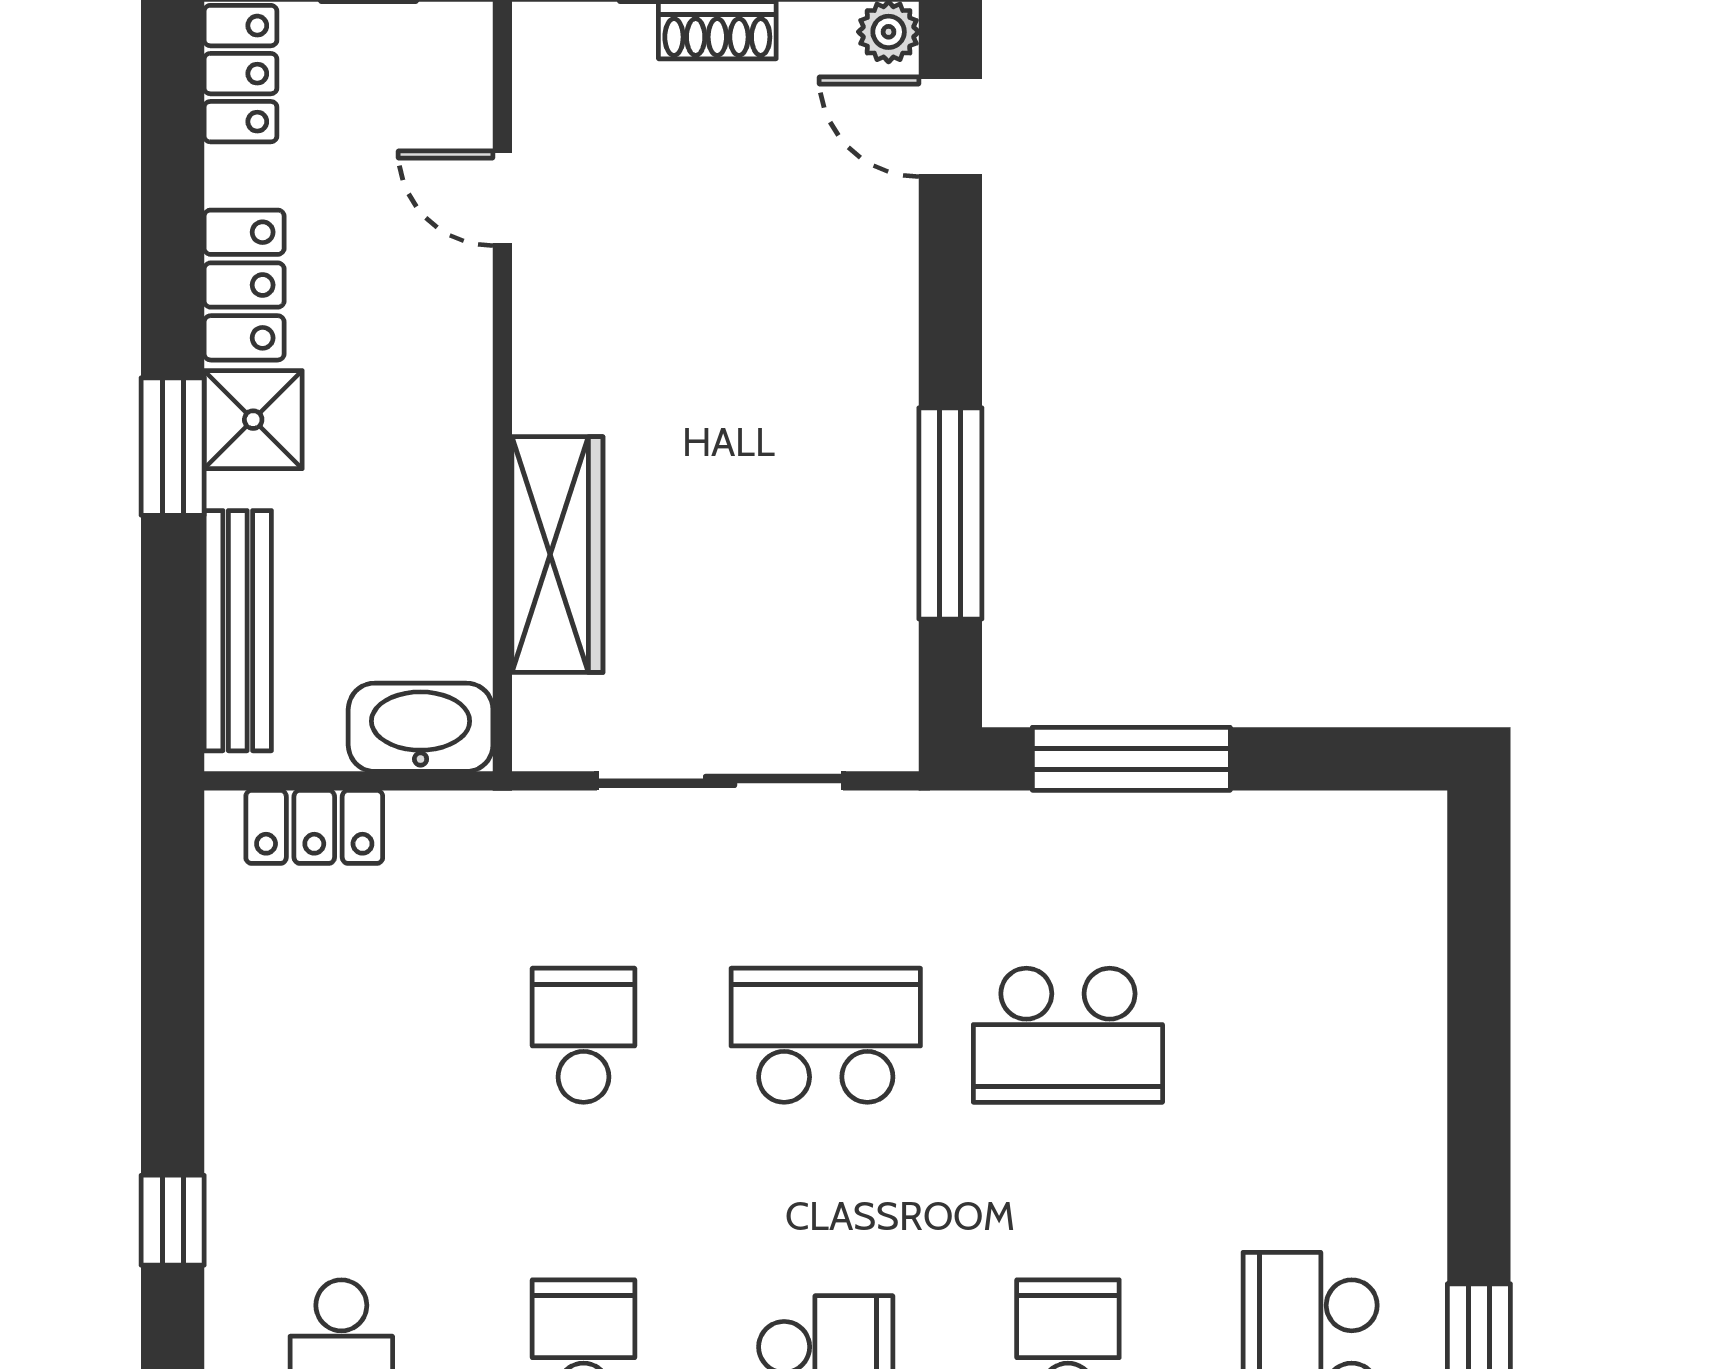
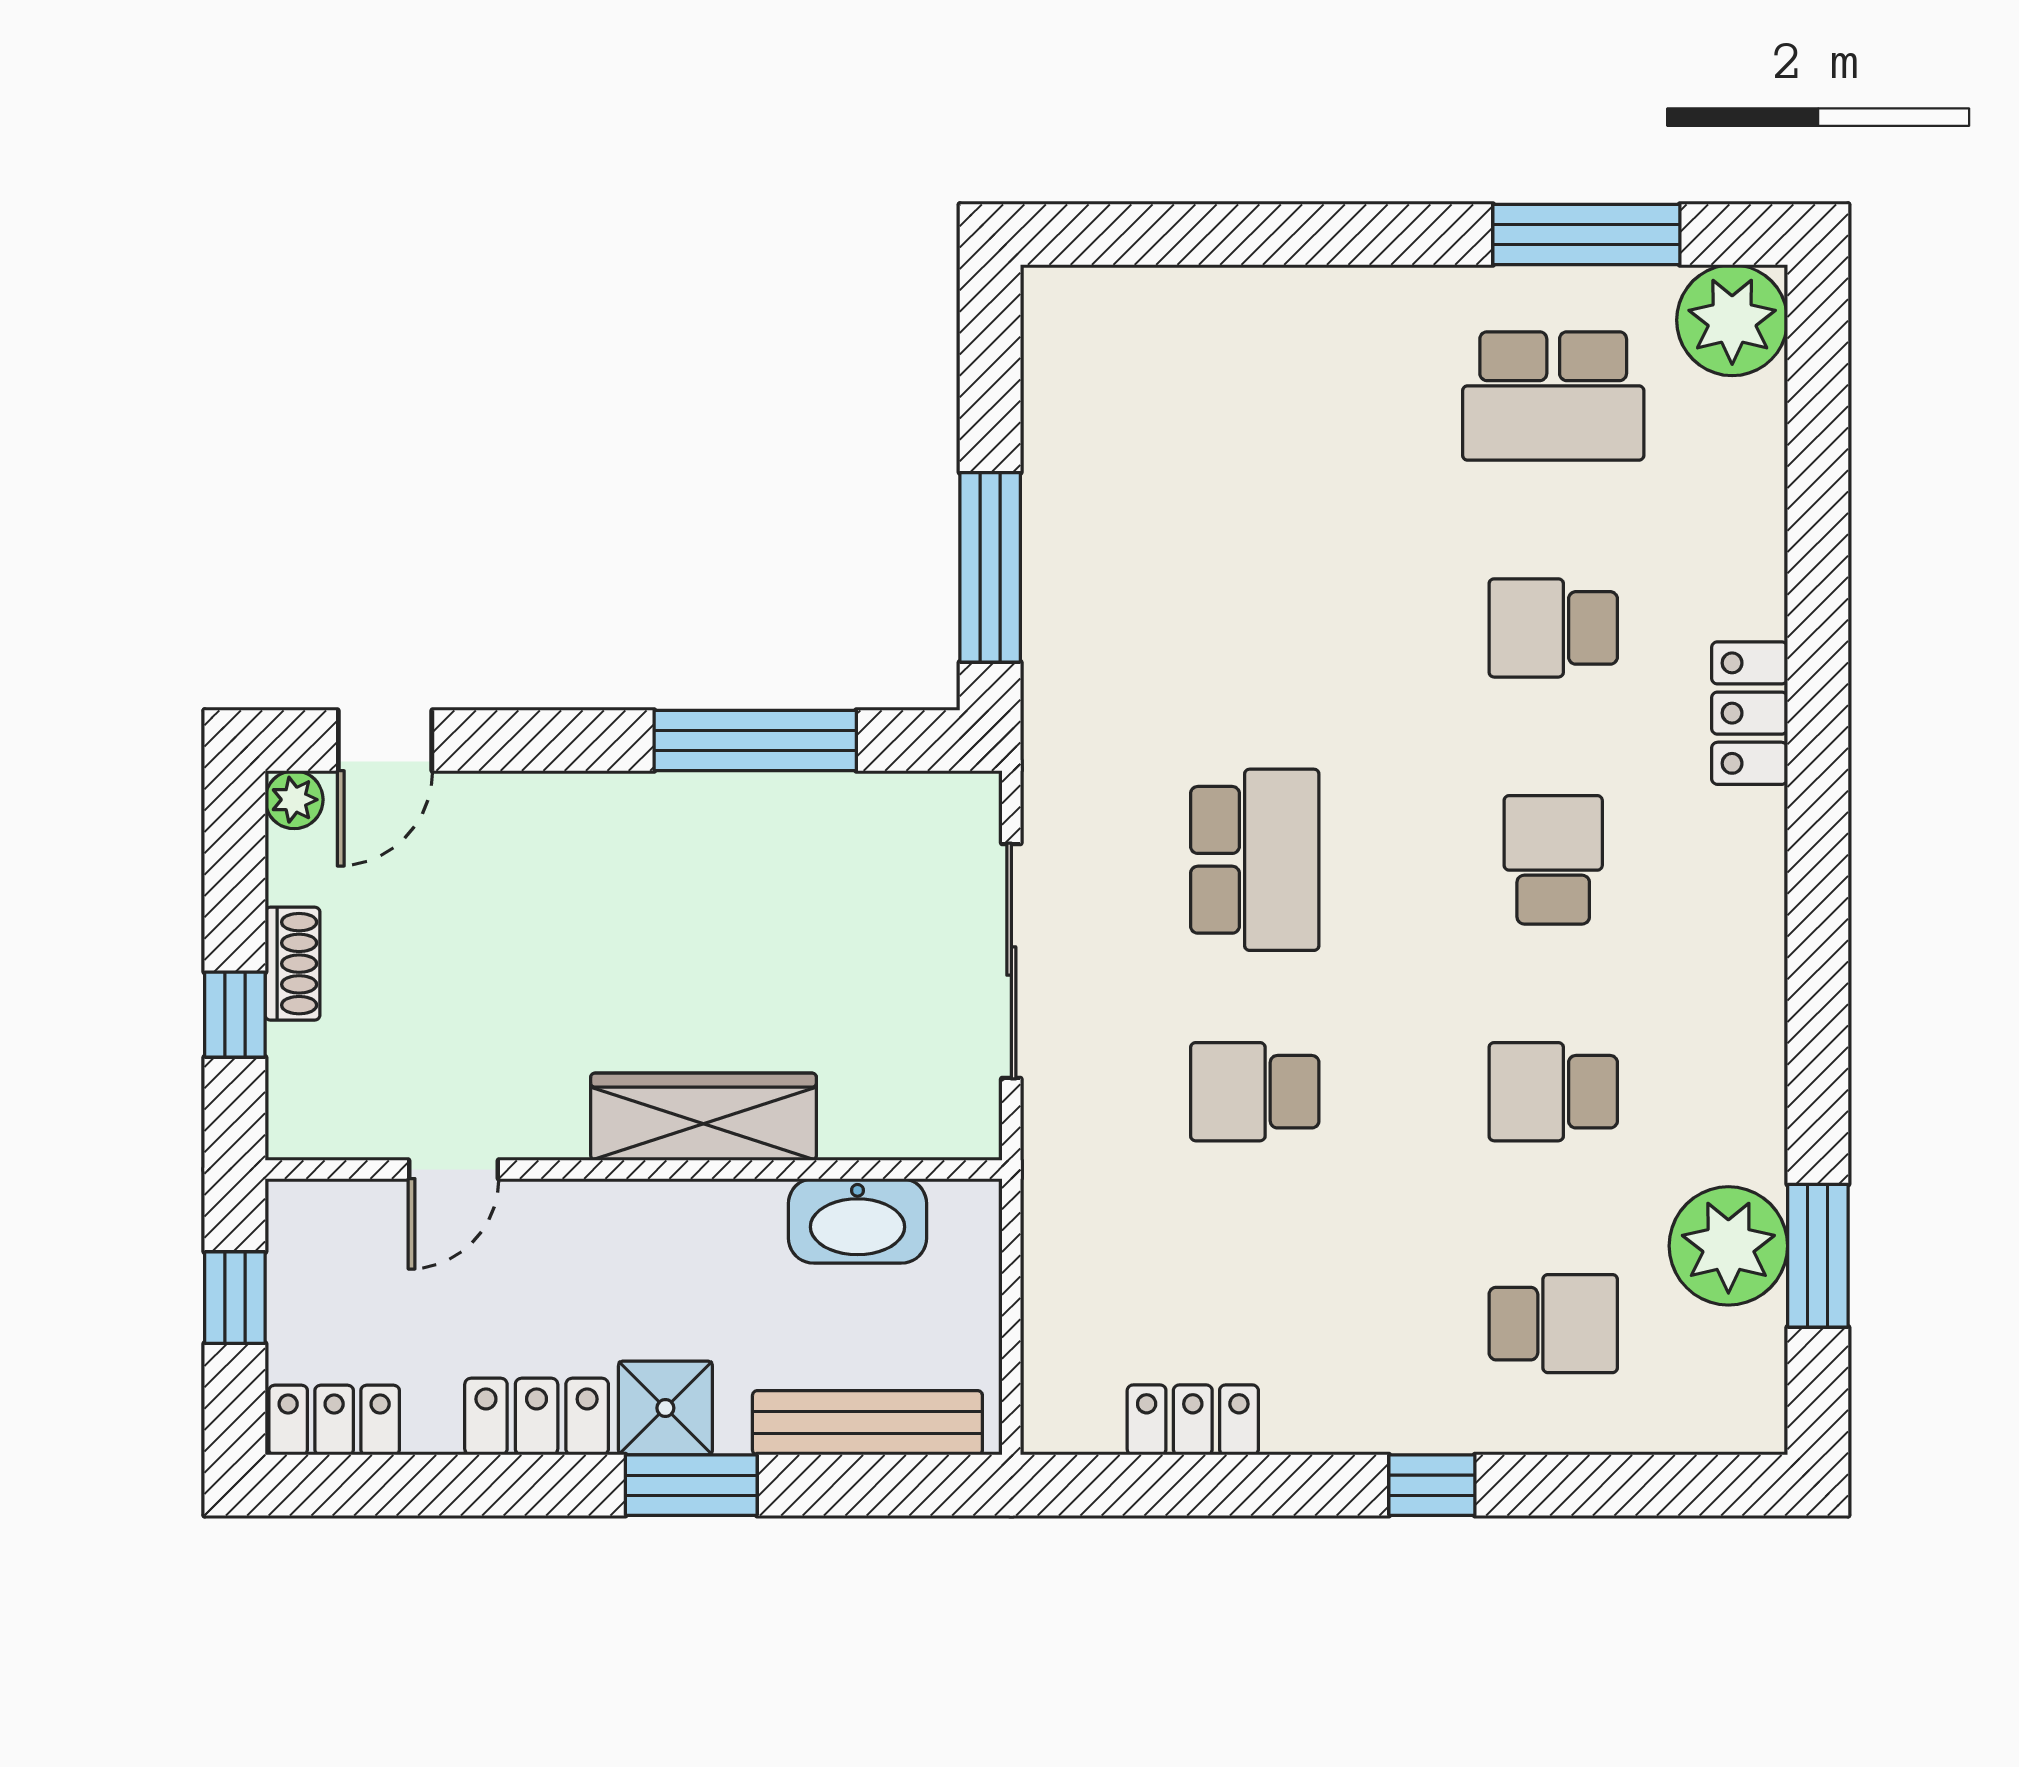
wardrobe: (557, 555) -> (704, 1117), moved
washbasin: (421, 727) -> (857, 1221), moved, turned -90
locker: (314, 827) -> (1193, 1420), moved, turned -90
school desk: (826, 1035) -> (1255, 860), turned 180
school desk: (1068, 1035) -> (1255, 628), removed

